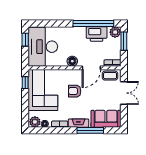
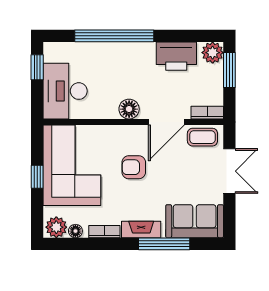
window: (93, 24) -> (114, 36), moved
desk: (43, 47) -> (65, 91), width x0.73, depth x0.77
window: (25, 83) -> (37, 177), moved

